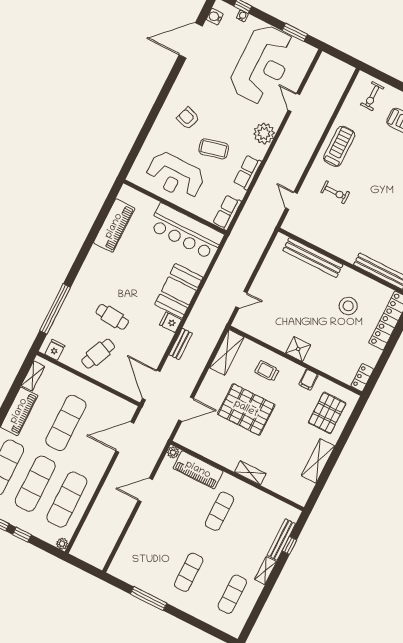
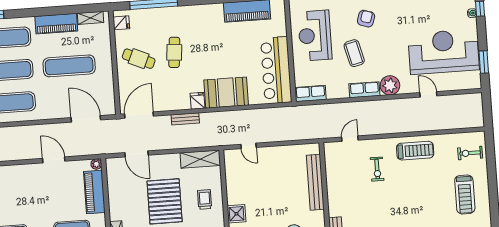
reception desk: (263, 64) -> (444, 52), turned 180
door: (294, 102) -> (428, 94), hinge flipped
row of seats: (247, 172) -> (364, 90), moved

